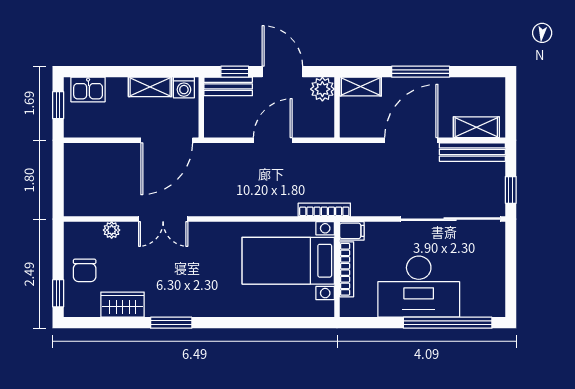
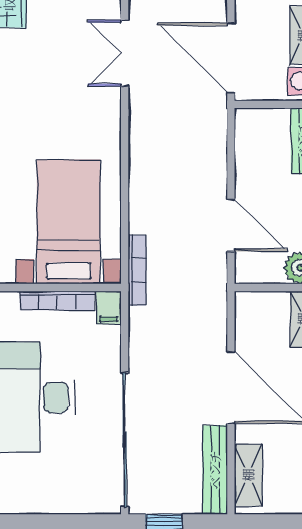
door: (273, 140) -> (231, 225), moved

